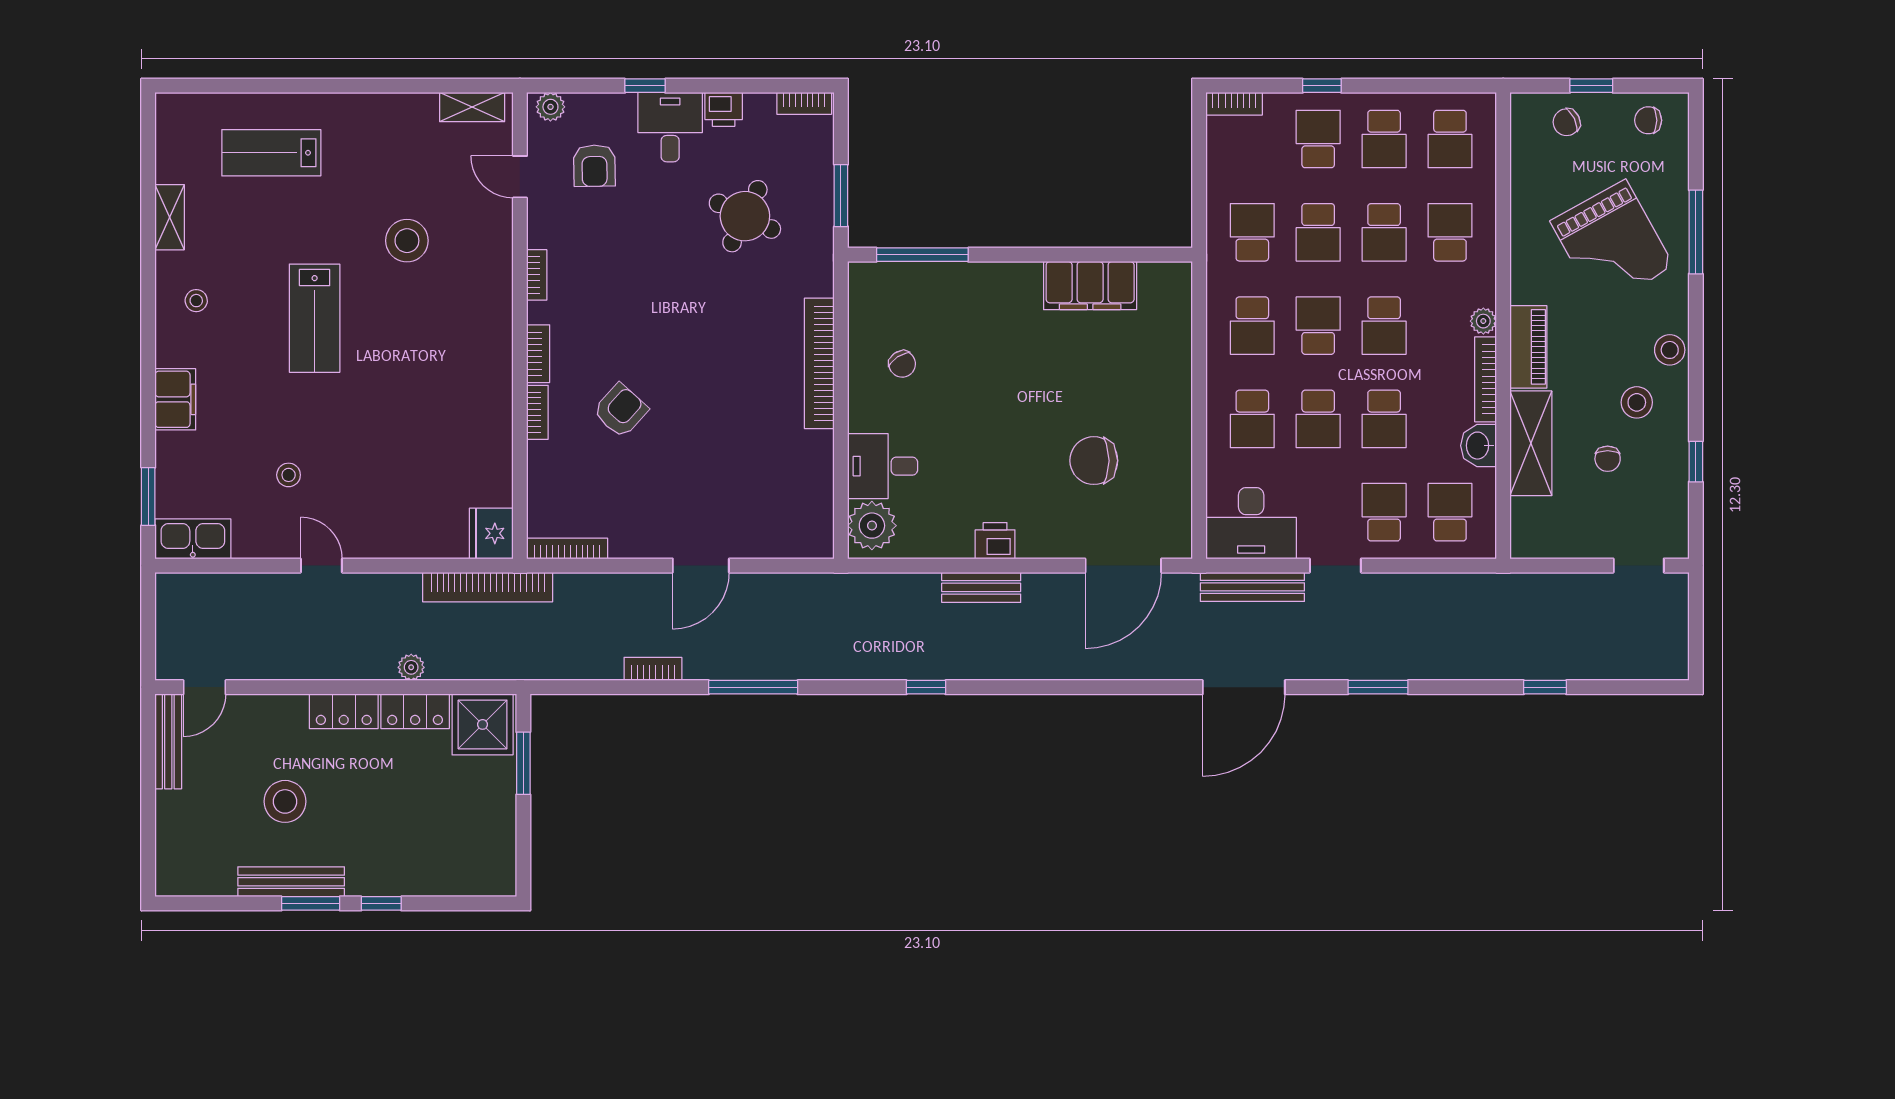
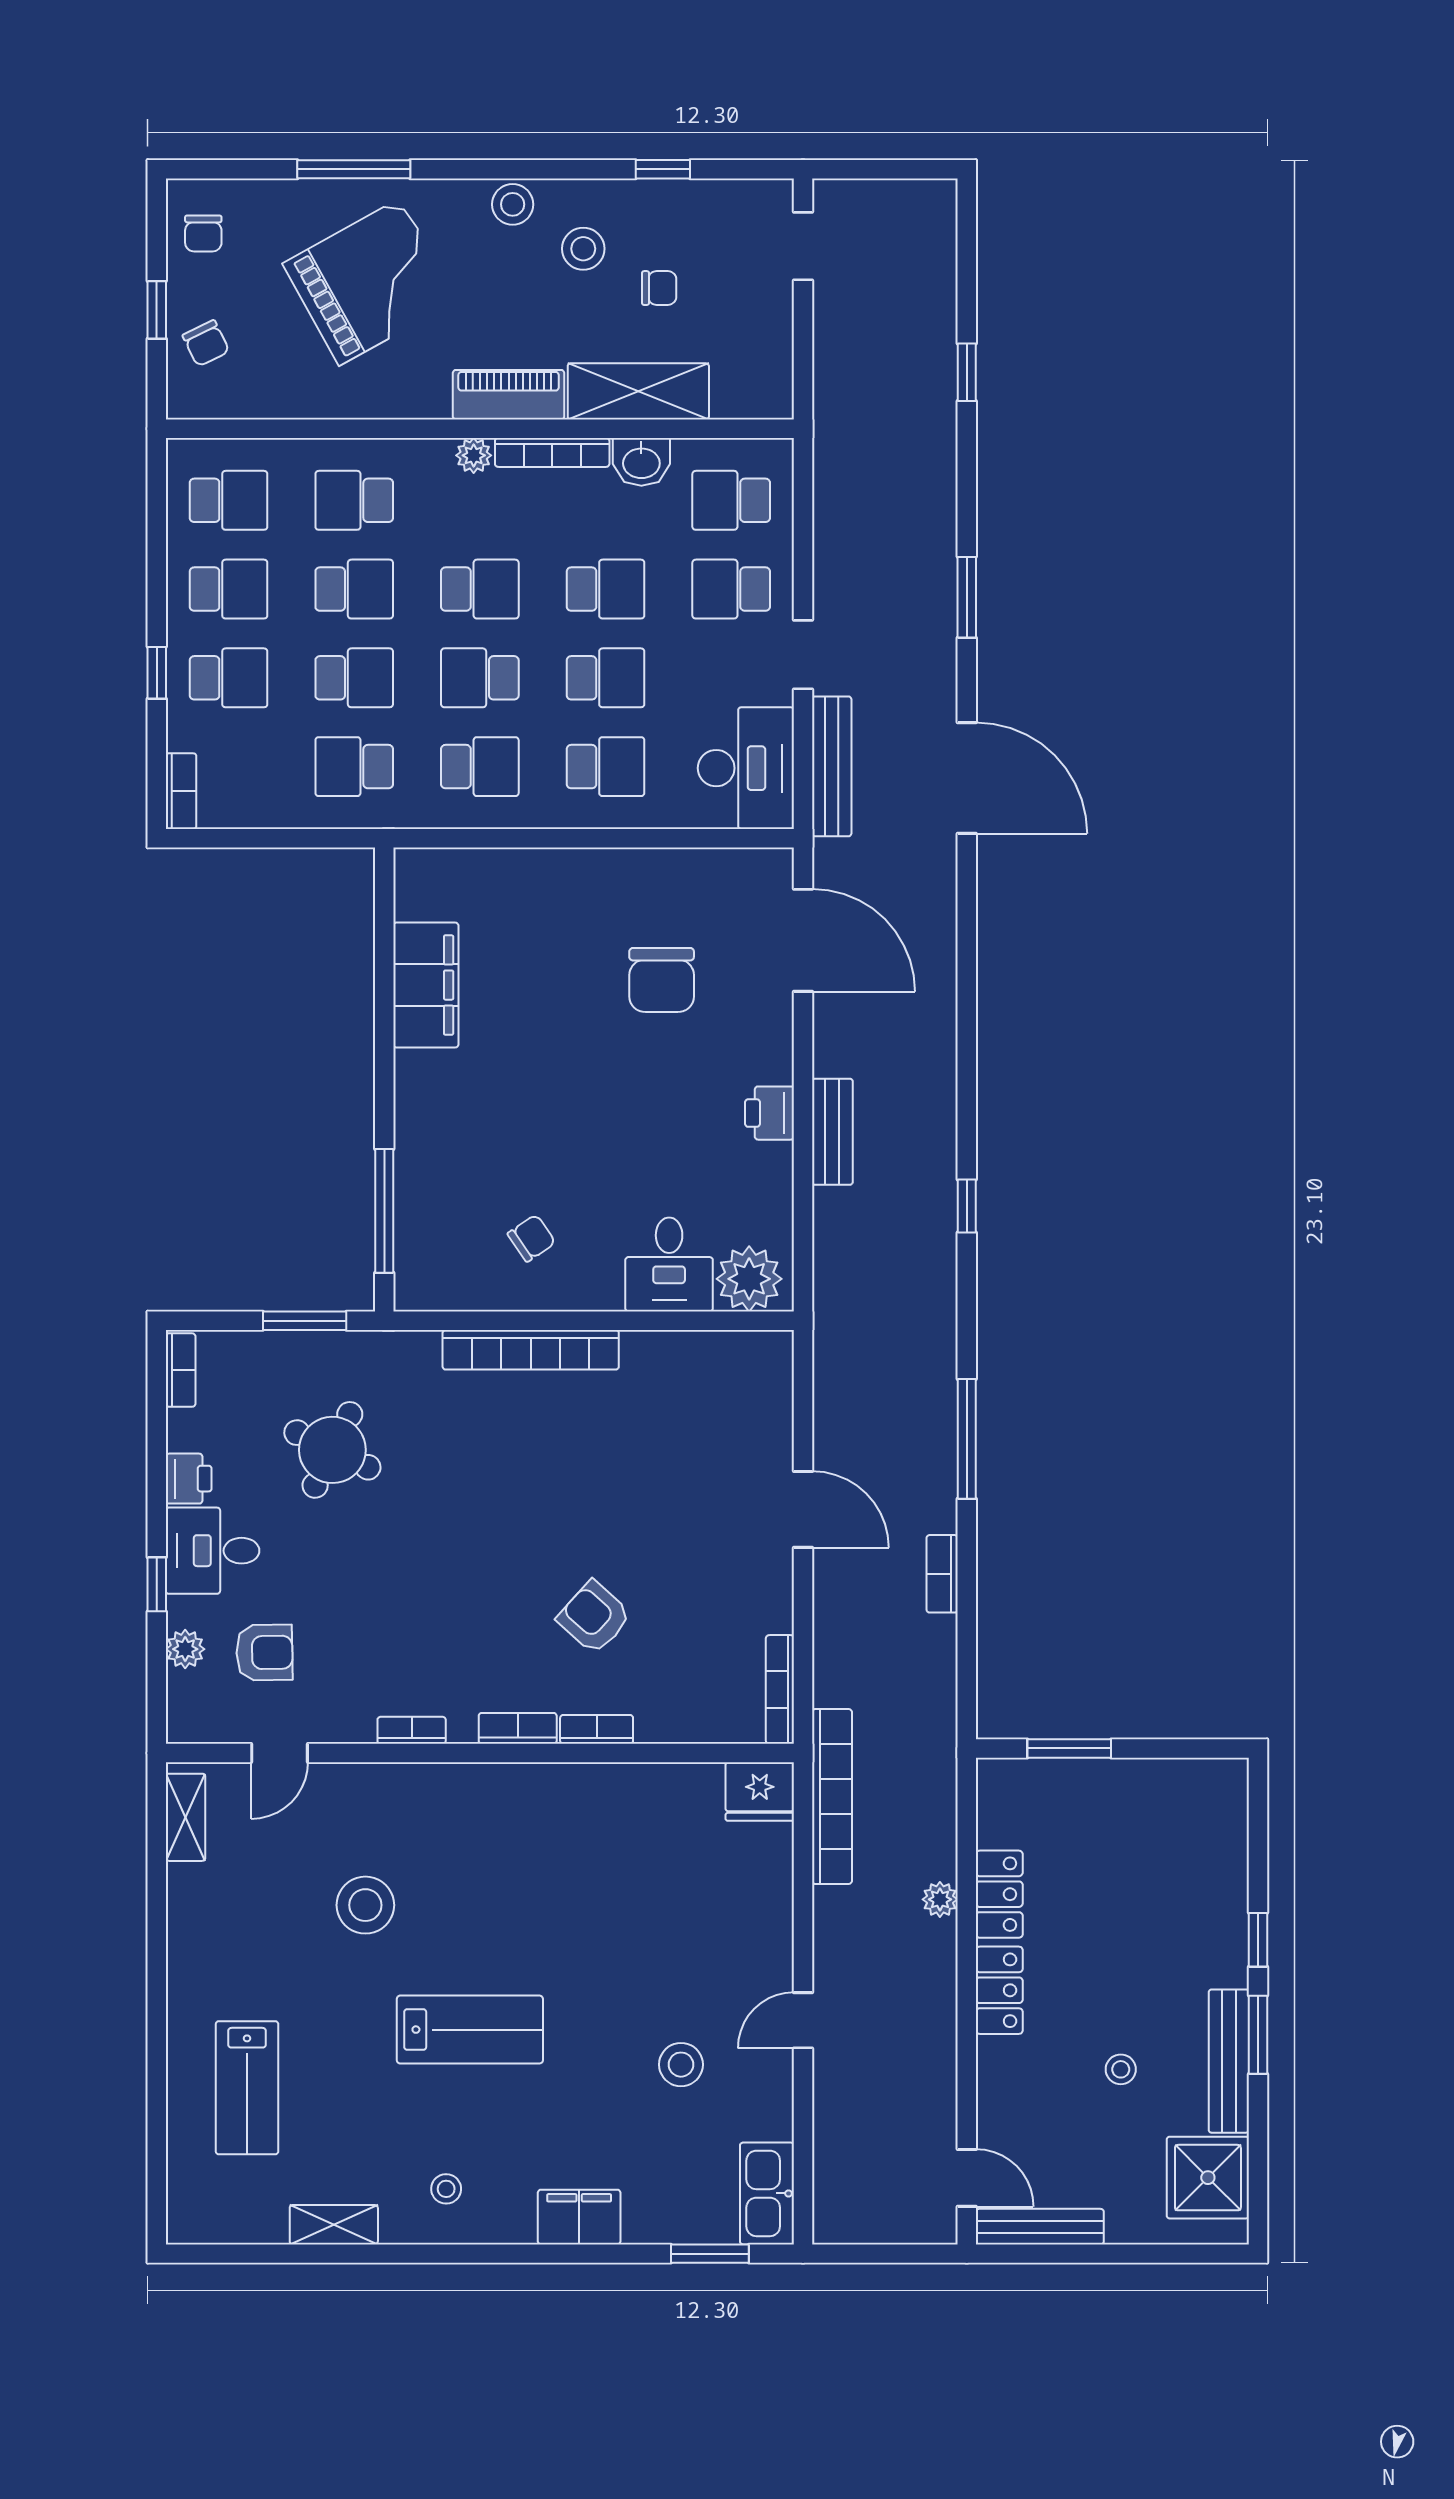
plant: (550, 107) -> (185, 1649), moved
school desk: (1318, 139) -> (229, 678), turned 180
stool: (289, 475) -> (681, 2065), width x1.37, depth x1.37
shower: (483, 724) -> (1208, 2178), moved
stool: (285, 801) -> (1121, 2069), width x0.53, depth x0.53

